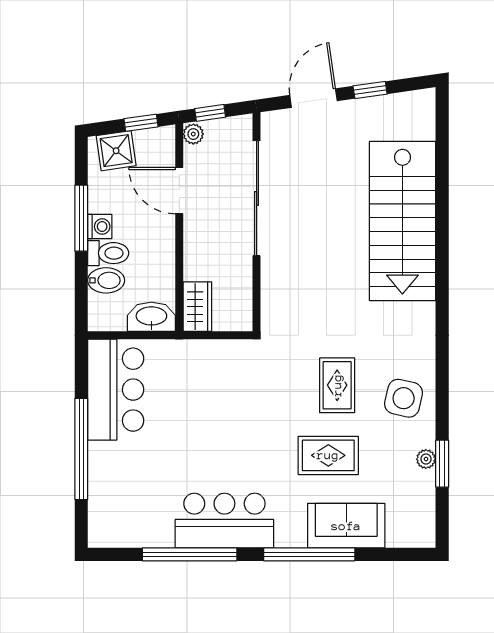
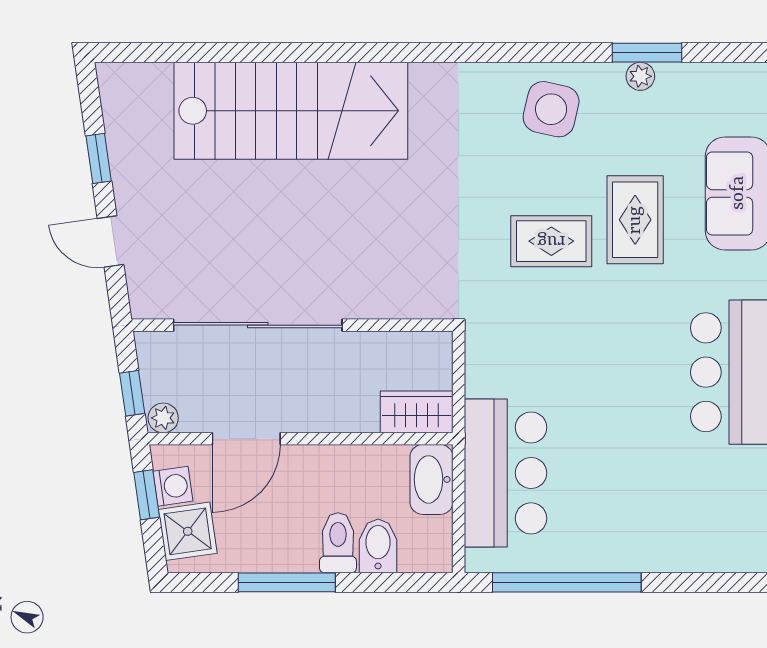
door: (313, 98) -> (110, 241), width x0.73
washing machine: (100, 227) -> (173, 486), moved, turned 82
rug: (337, 385) -> (551, 241), moved
bar counter: (116, 390) -> (505, 473), moved, turned 90
window: (81, 449) -> (567, 582), moved

